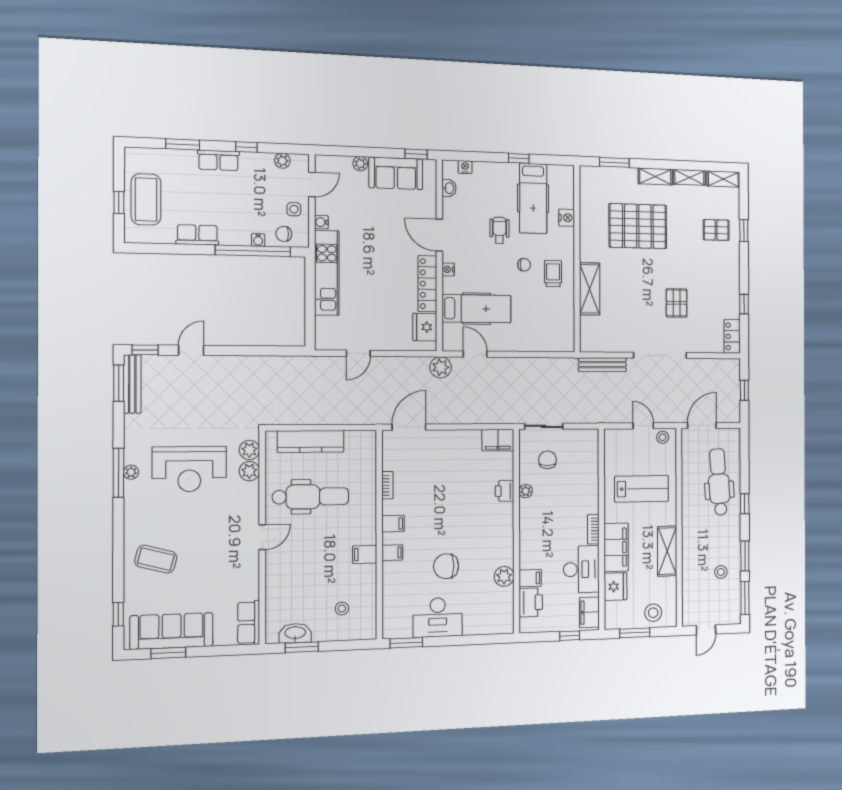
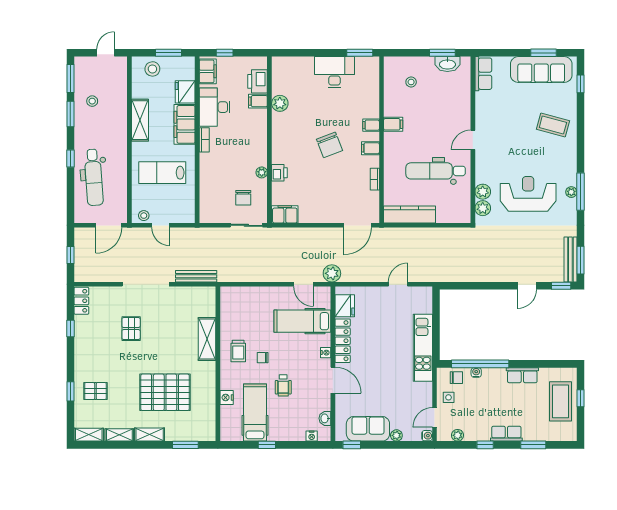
water cooler: (321, 222) -> (427, 436), moved
kitchen counter: (311, 441) -> (410, 214), moved
chair: (446, 566) -> (329, 145), moved, turned 69

